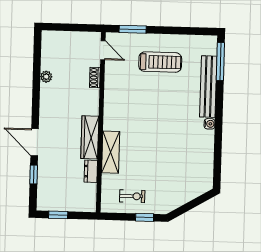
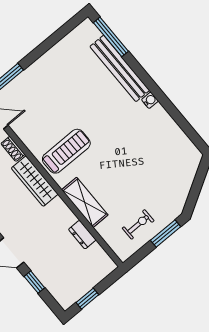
treadmill: (160, 62) -> (66, 151), moved
wardrobe: (90, 137) -> (35, 181), moved
window: (145, 217) -> (166, 233), width x1.50

